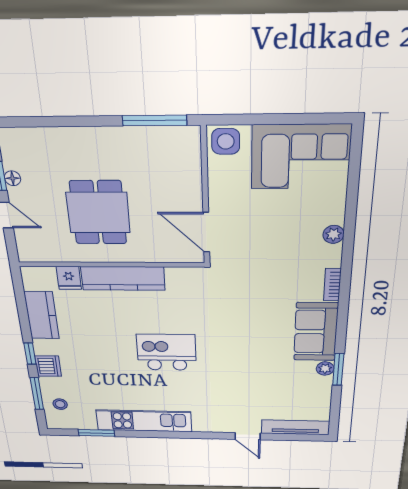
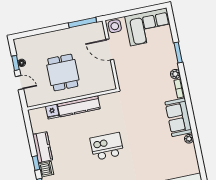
door: (206, 232) -> (110, 49), moved
plant: (334, 234) -> (175, 74), moved
kitchen counter: (42, 315) -> (43, 147), moved
window: (338, 369) -> (178, 52), moved

